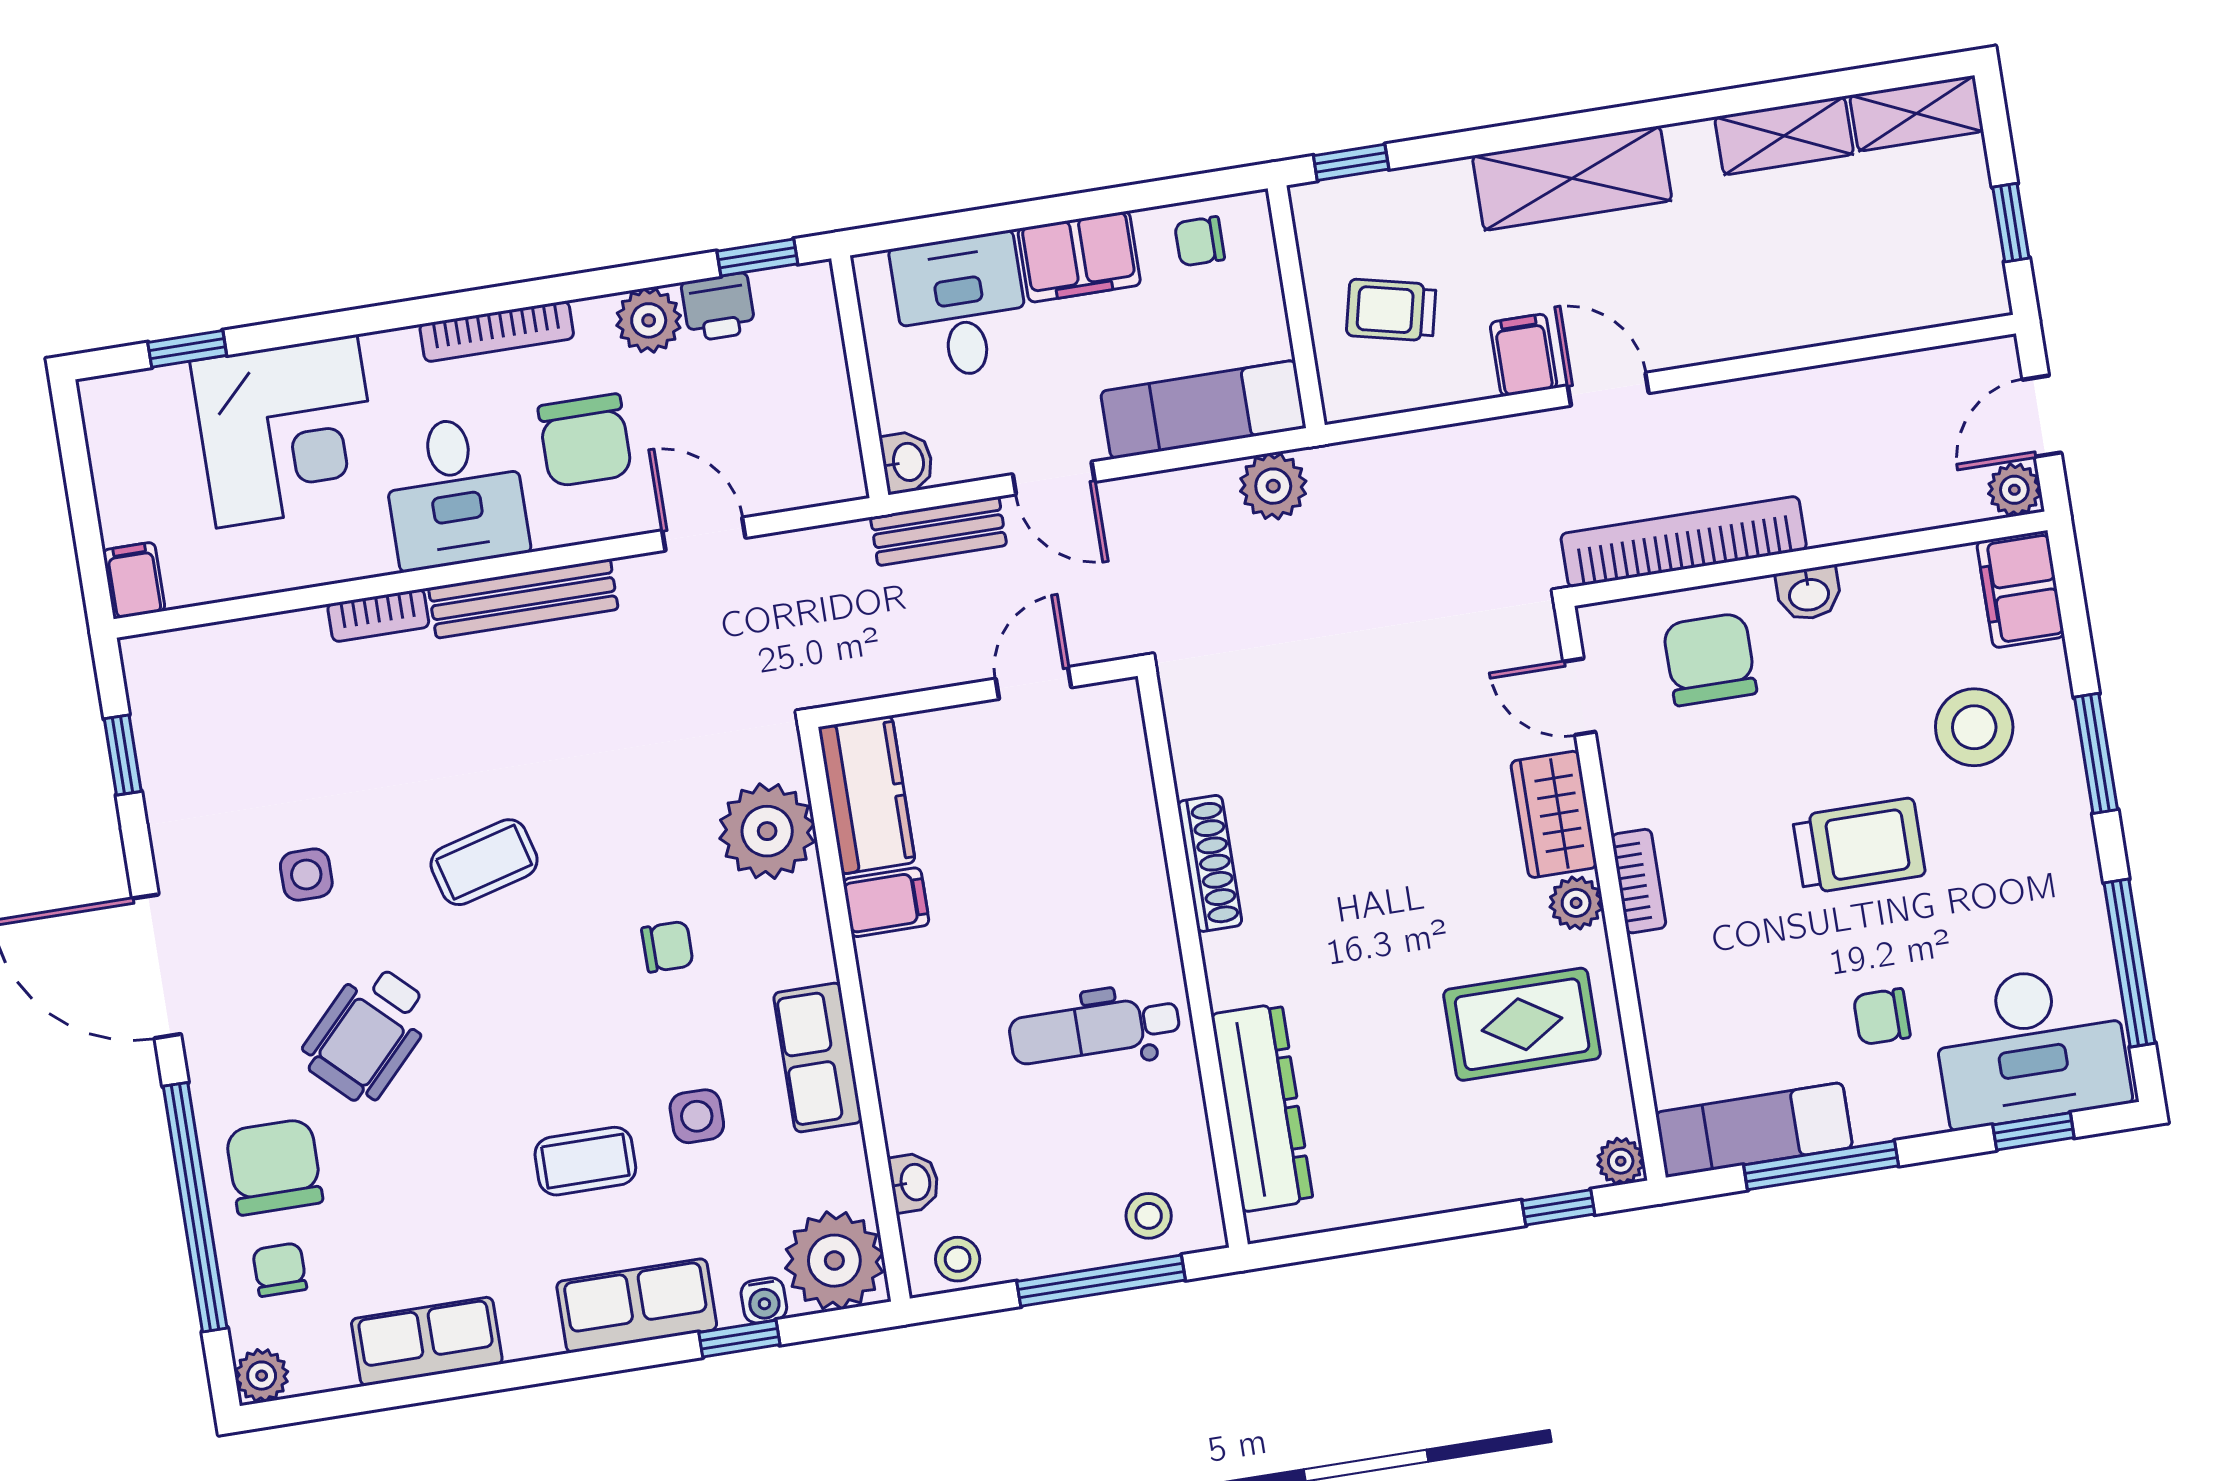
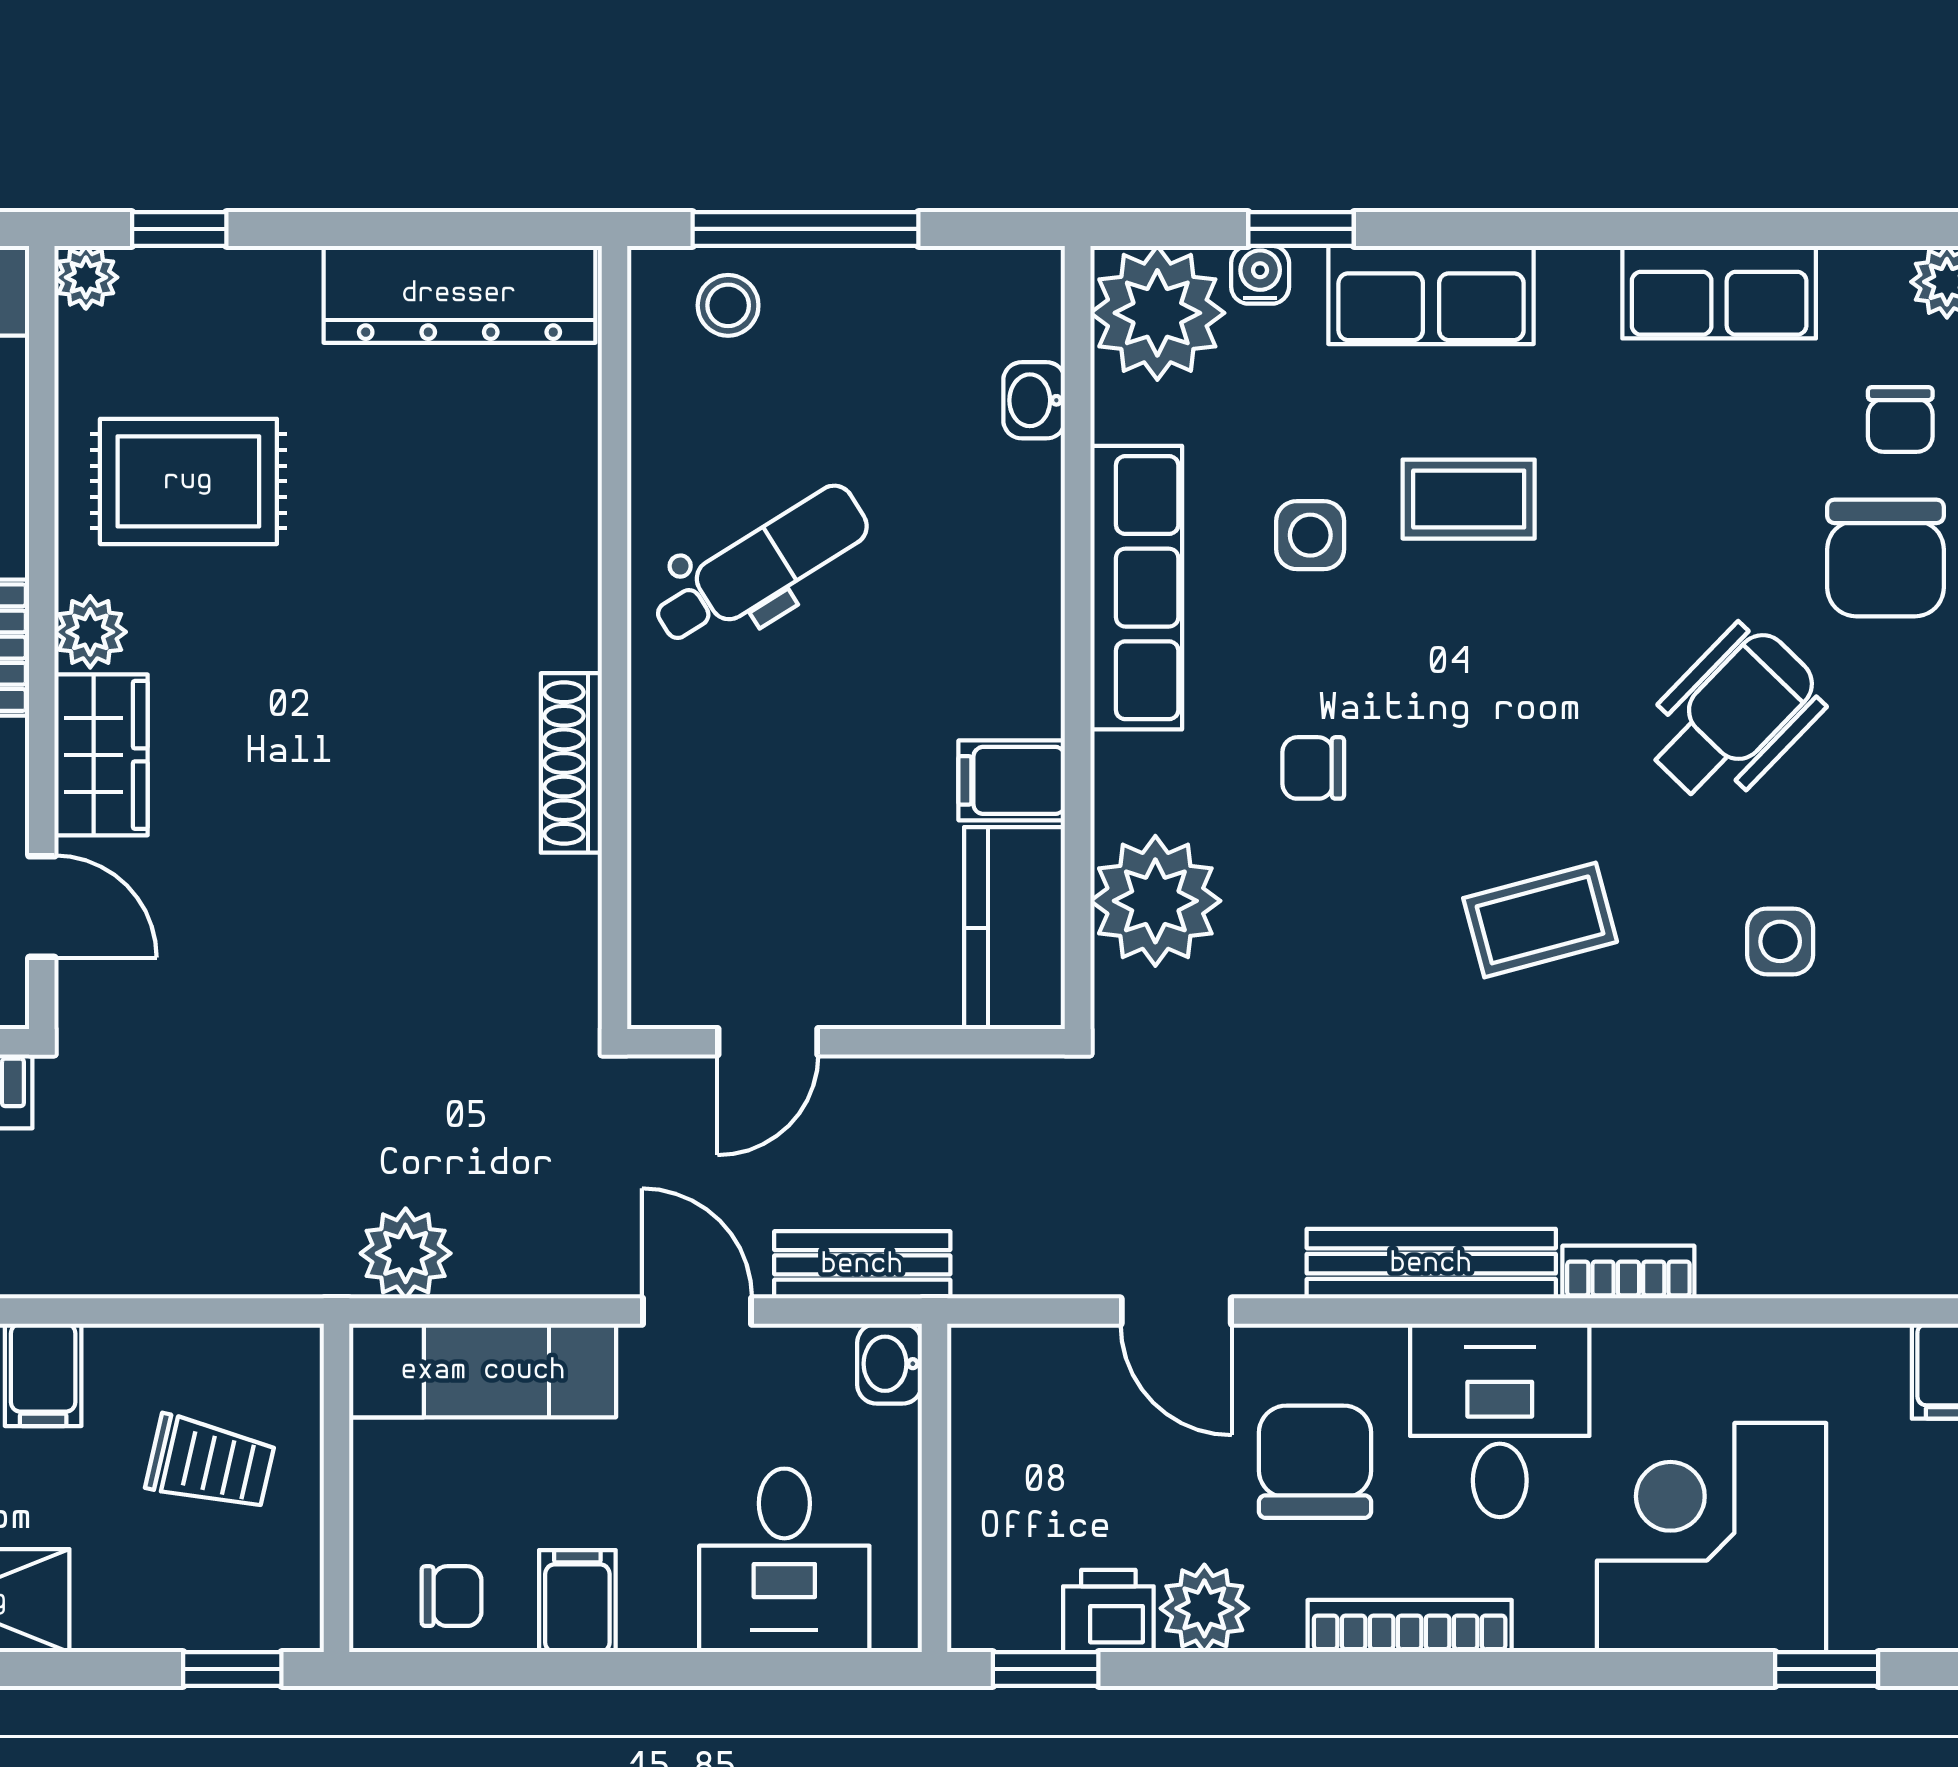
filing cabinet: (1079, 257) -> (577, 1601), width x0.50
dental chair: (1095, 1030) -> (760, 566), turned -32
row of seats: (818, 1058) -> (1136, 588), width x1.48
dresser: (1262, 1108) -> (459, 294), moved, turned -90
stool: (958, 1259) -> (993, 288), removed

